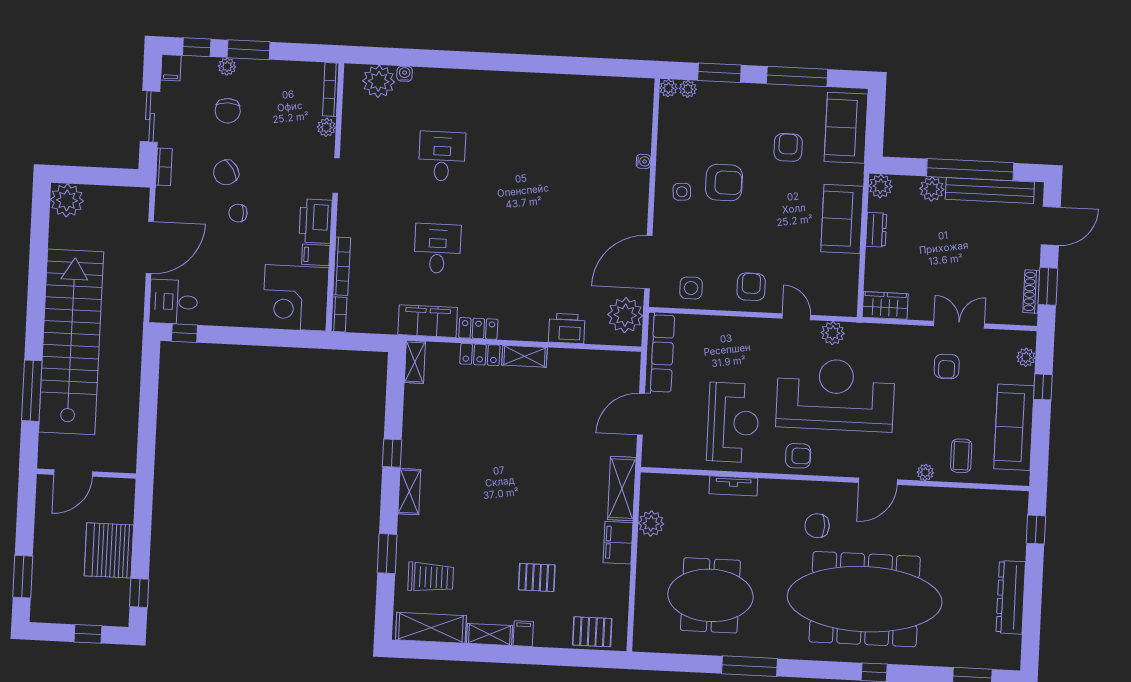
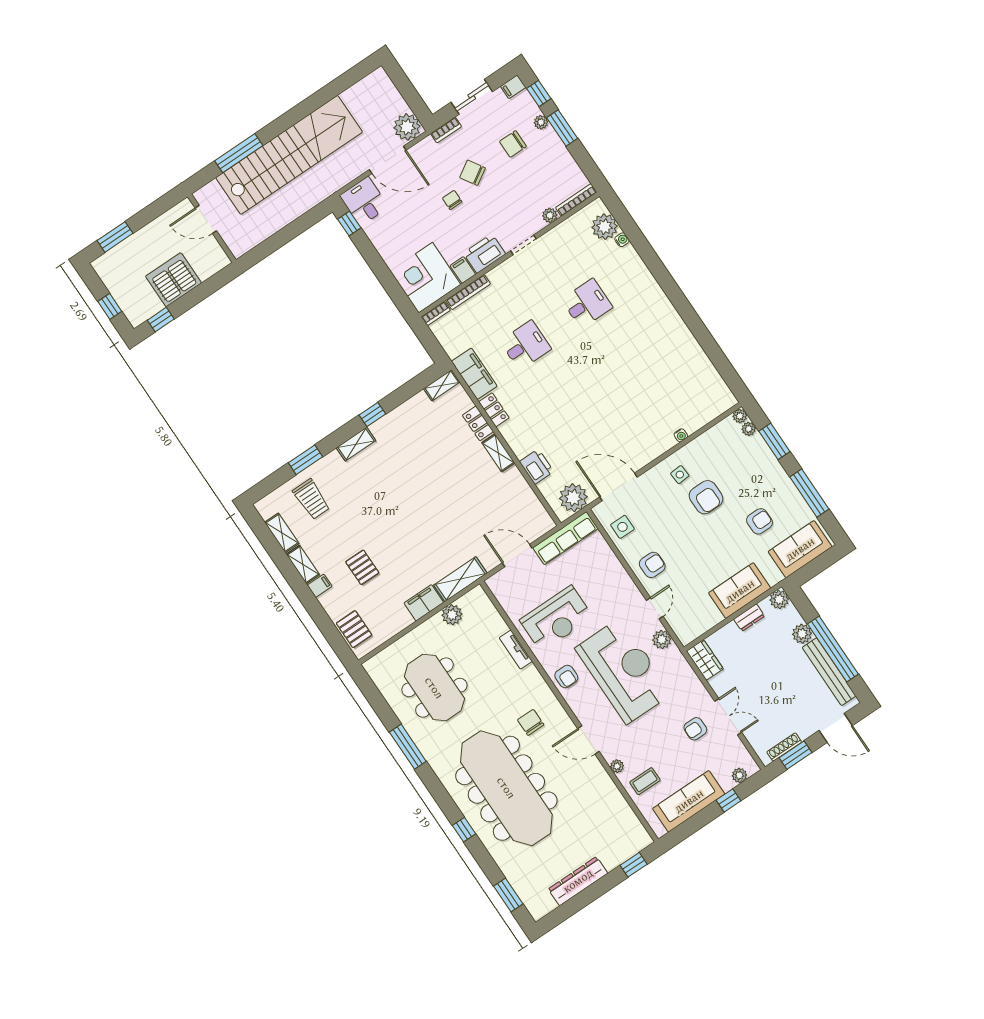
plant: (67, 200) -> (407, 127), moved
shelving: (431, 628) -> (282, 533), width x0.67, depth x0.75

